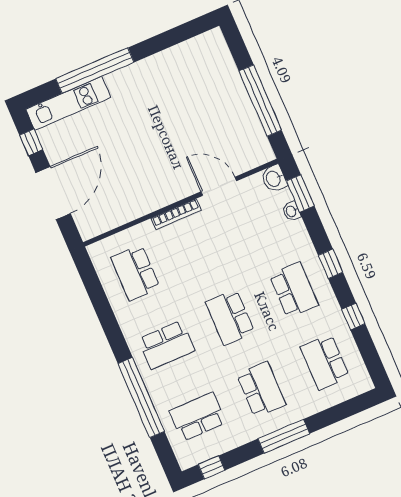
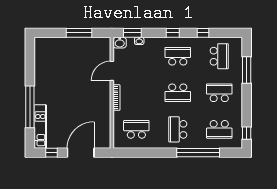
window: (260, 101) -> (79, 33), width x0.68
door: (53, 193) -> (81, 153), hinge flipped
school desk: (135, 273) -> (136, 129), turned 180
school desk: (166, 345) -> (178, 129), turned 180
school desk: (325, 362) -> (219, 56), turned -90
school desk: (198, 417) -> (219, 129), turned -90
window: (284, 436) -> (247, 70), moved

